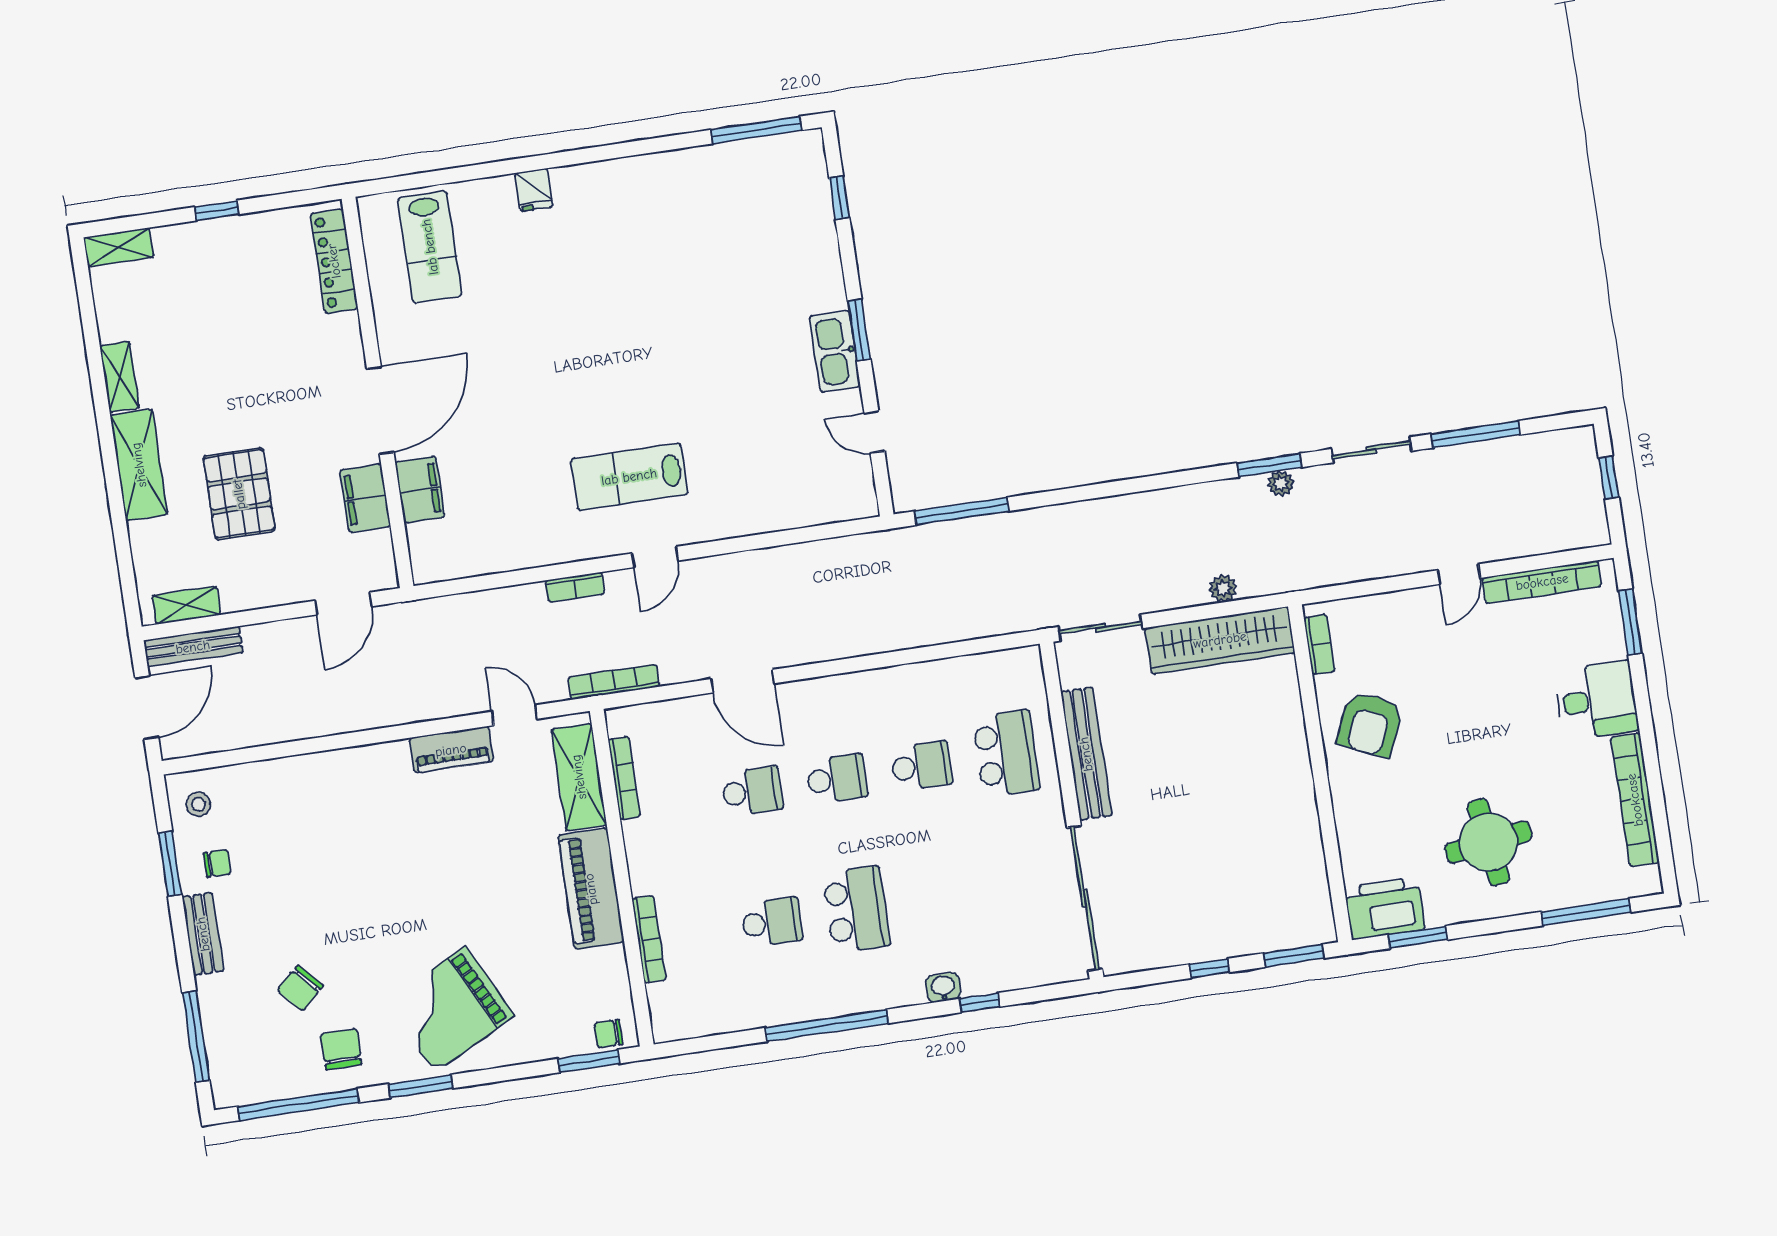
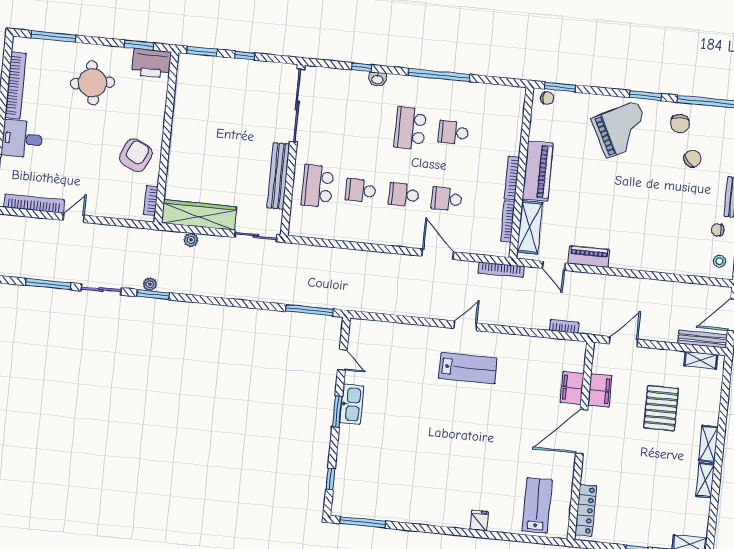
shelving: (139, 465) -> (708, 444), width x0.67, depth x0.75
bookcase: (575, 587) -> (564, 326), moved
bookcase: (649, 939) -> (512, 178), moved

